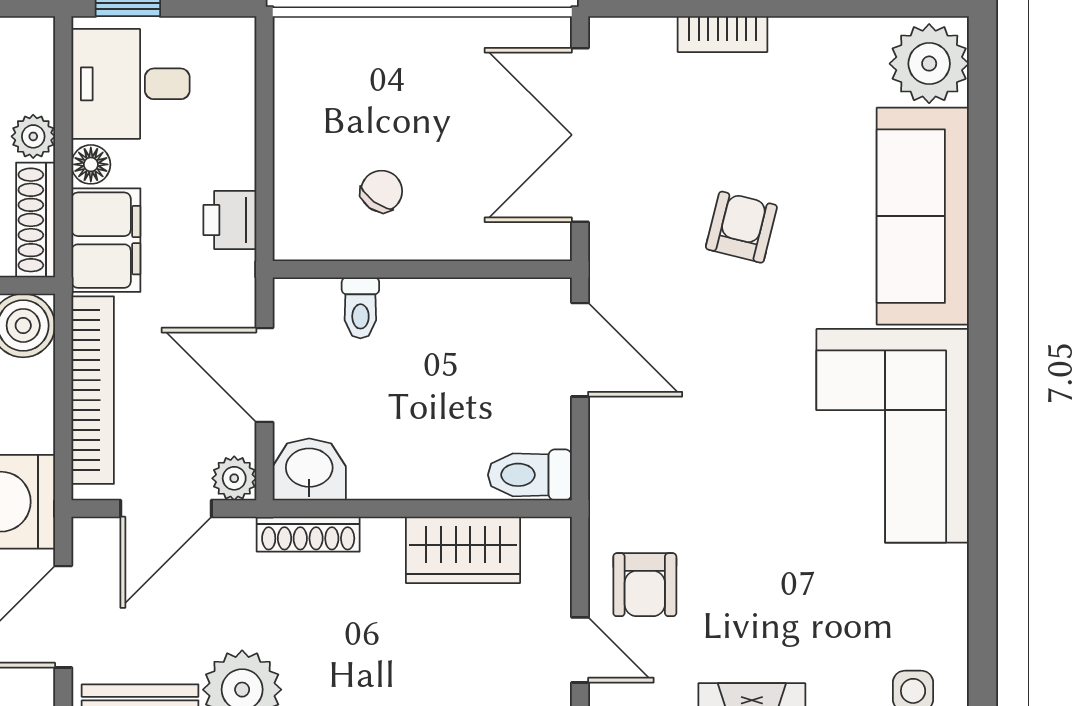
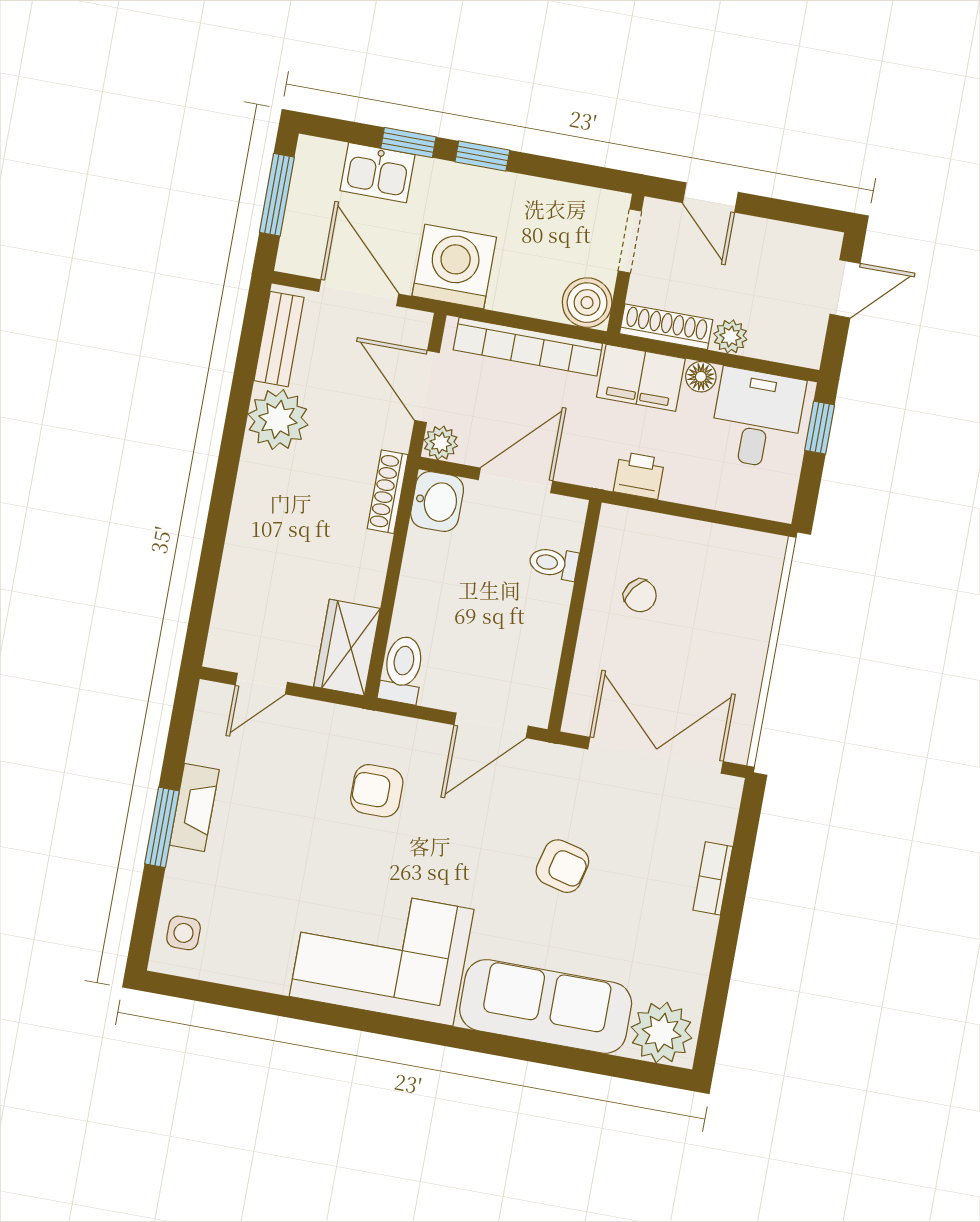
wardrobe: (463, 550) -> (347, 648), moved
armchair: (645, 585) -> (377, 791), moved

